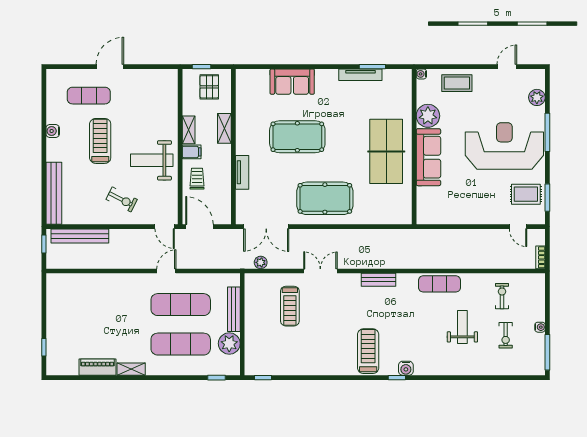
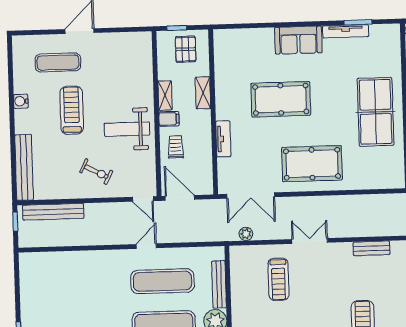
sofa: (292, 82) -> (298, 40), moved

